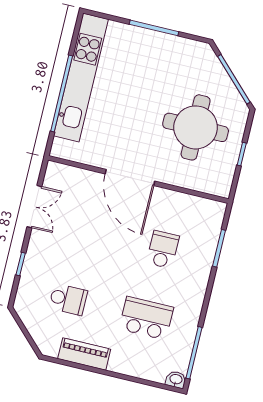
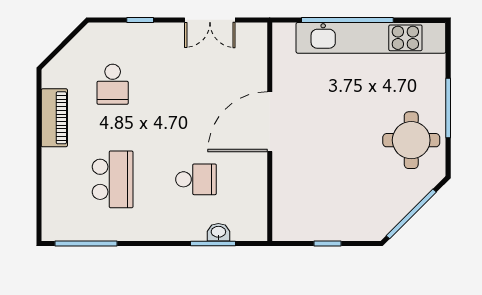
round table: (196, 127) -> (411, 140), moved, width x0.73, depth x0.73
washbasin: (176, 380) -> (218, 232), moved, turned -90

